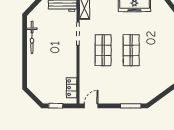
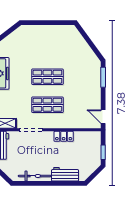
workbench: (34, 68) -> (65, 174), added
locker: (72, 88) -> (64, 136), moved

